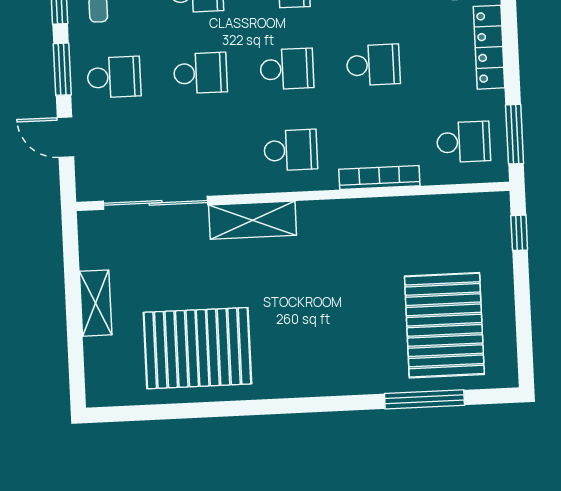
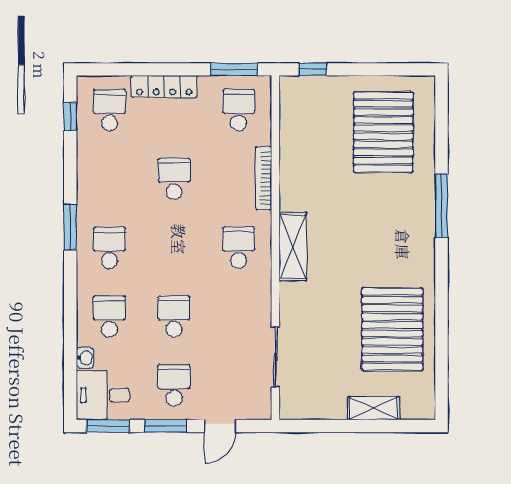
school desk: (287, 69) -> (174, 248), removed
sliding door: (156, 203) -> (275, 357), width x0.73
shelving: (253, 220) -> (293, 247), moved
shelving: (96, 303) -> (374, 408), moved
pallet: (444, 325) -> (383, 132), turned 90
window: (424, 399) -> (441, 206), moved

